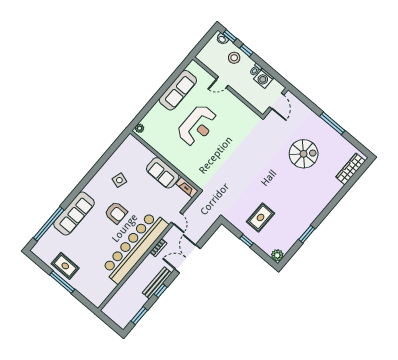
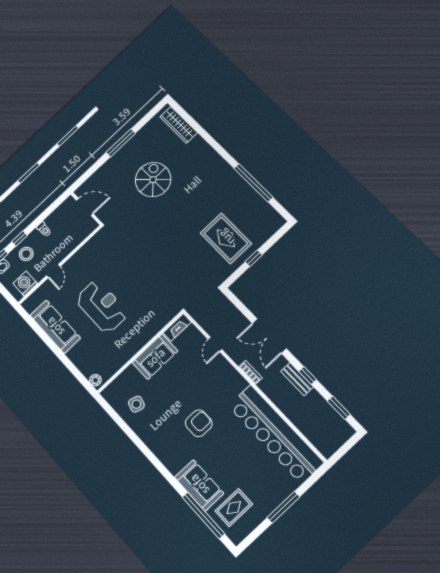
washing machine: (264, 78) -> (25, 284), moved, turned 180
side table: (119, 180) -> (136, 404), moved
sofa: (74, 213) -> (199, 485), width x0.73
rug: (260, 217) -> (226, 238), width x1.36, depth x1.43
door: (177, 218) -> (215, 344), swing flipped
window: (307, 234) -> (253, 183), width x2.11
bar counter: (135, 247) -> (276, 434), moved
plant: (277, 255) -> (276, 221), removed
rug: (65, 266) -> (234, 508), moved
bench: (157, 283) -> (297, 379), width x0.73

